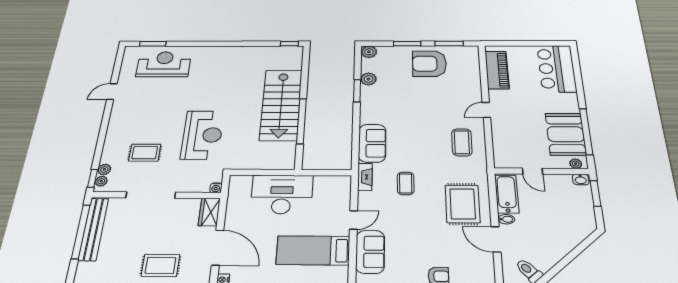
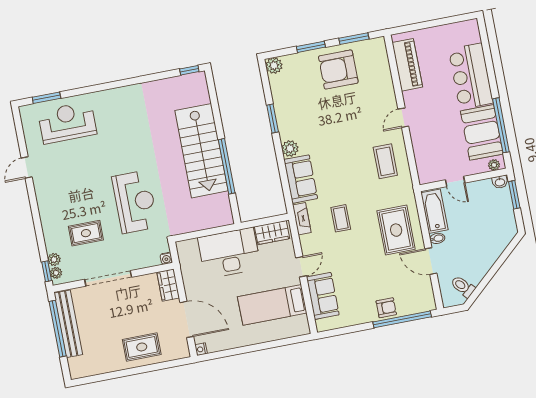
bar counter: (557, 69) -> (471, 76), moved
plant: (368, 79) -> (290, 149), moved
wardrobe: (331, 184) -> (272, 233), added

